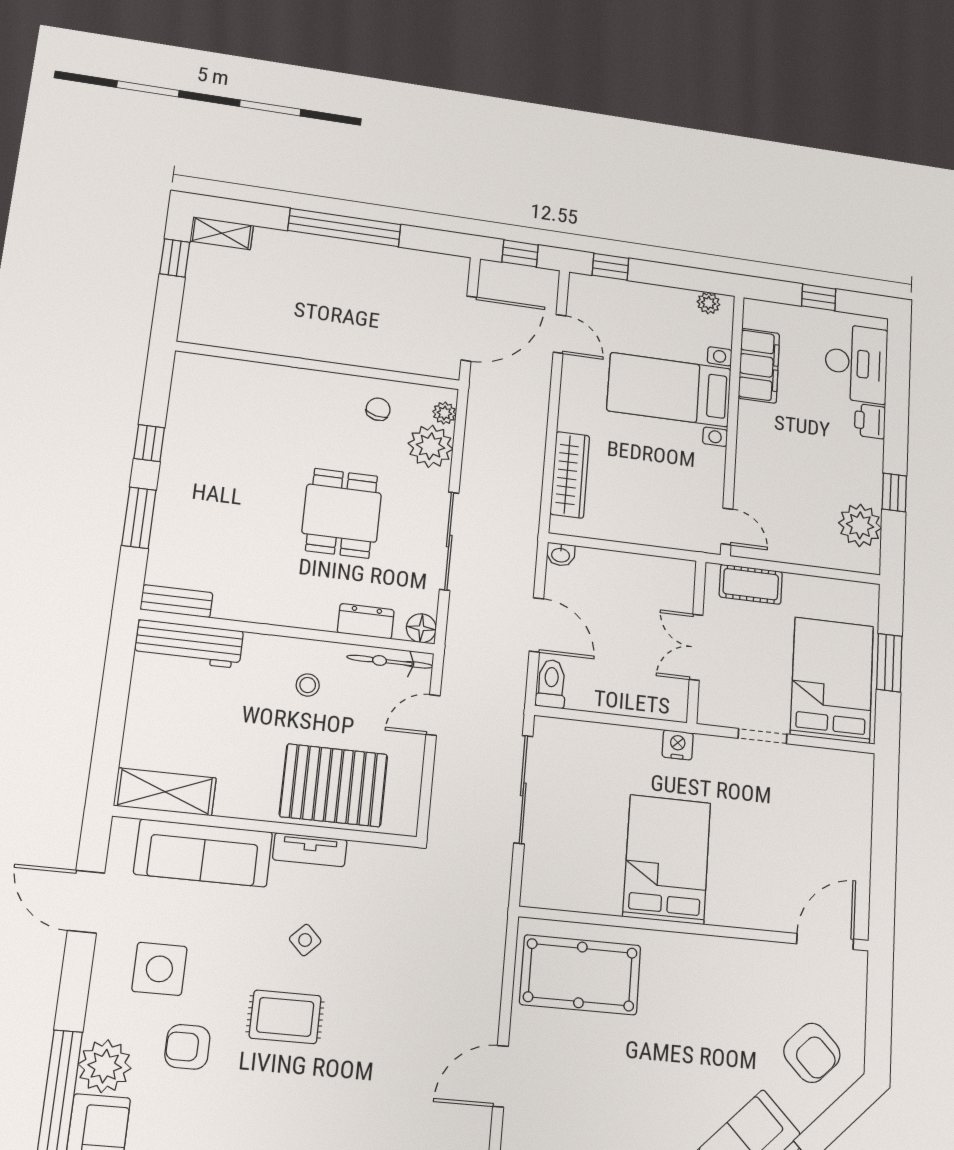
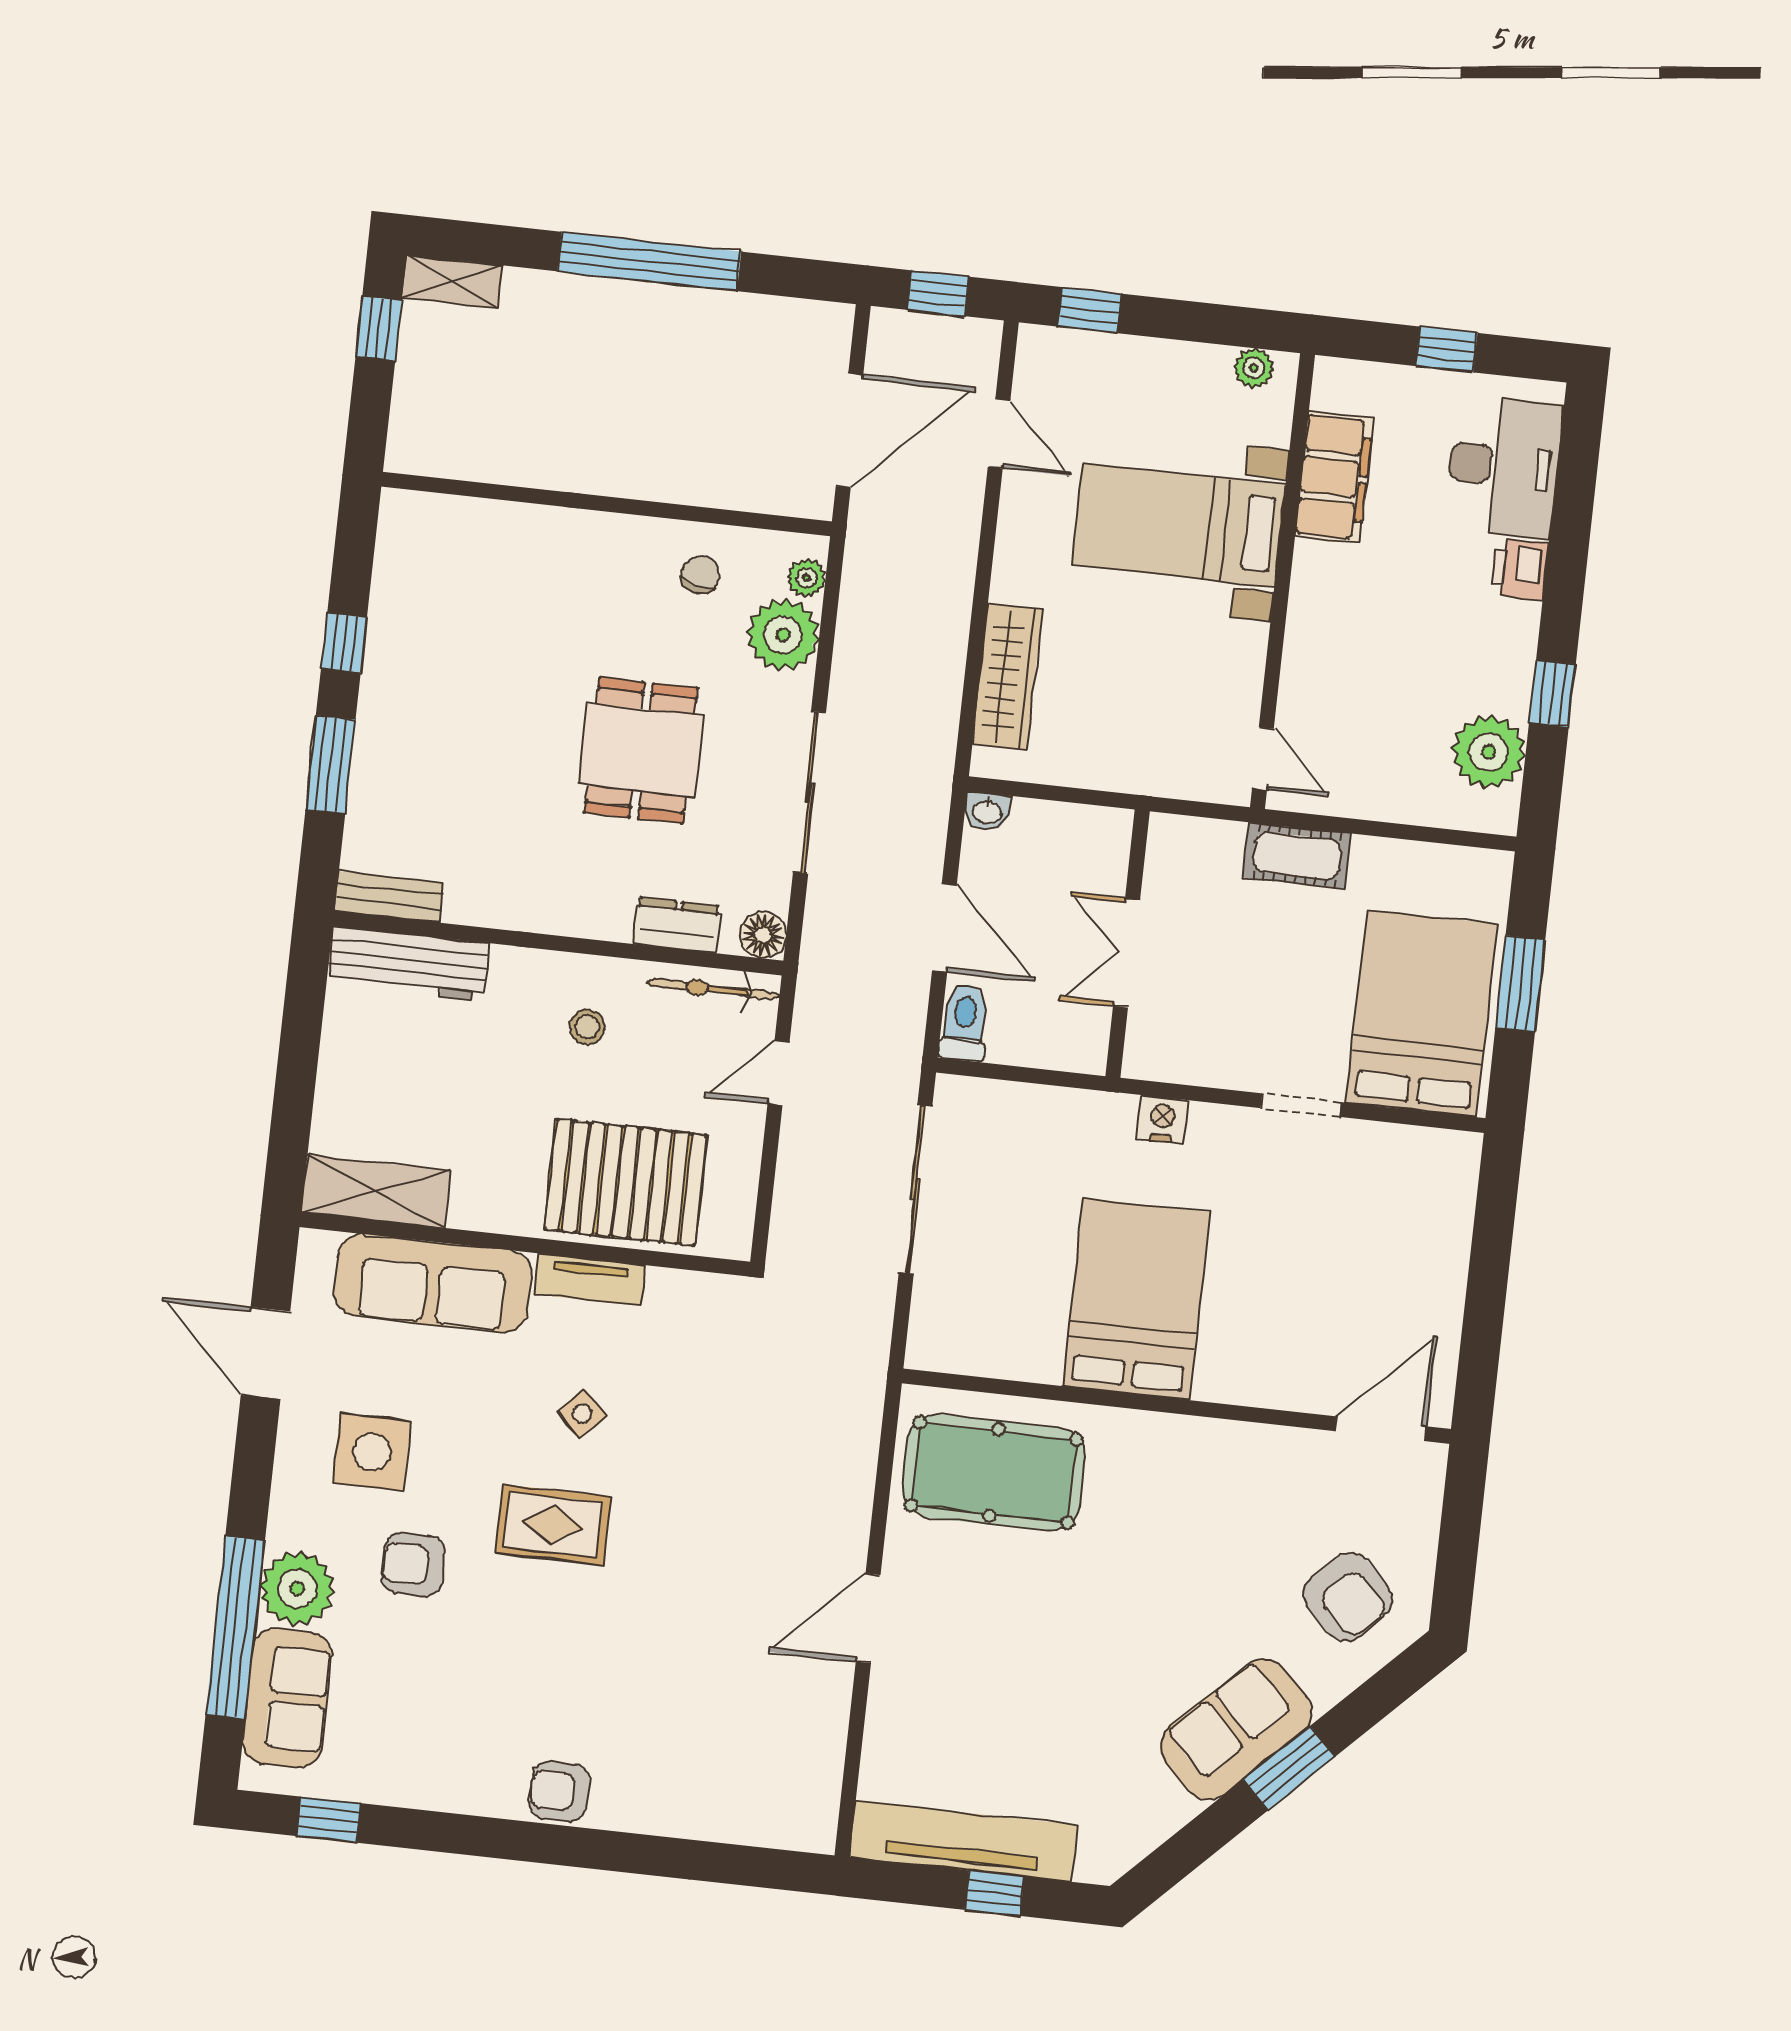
wall: (696, 642) -> (1128, 944), moved
double door: (696, 647) -> (1127, 953), moved

